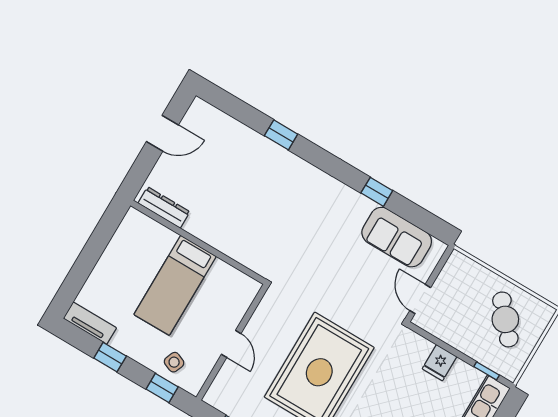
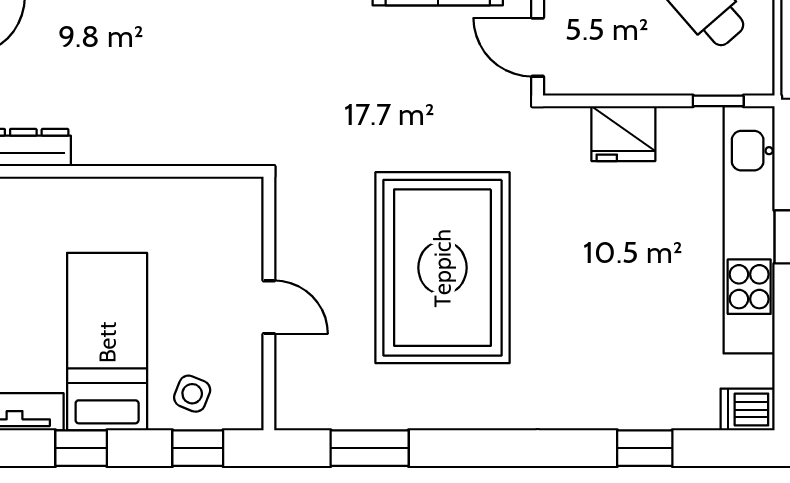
bed: (175, 285) -> (107, 342), moved, turned 180
fridge: (439, 363) -> (623, 134), width x1.38

